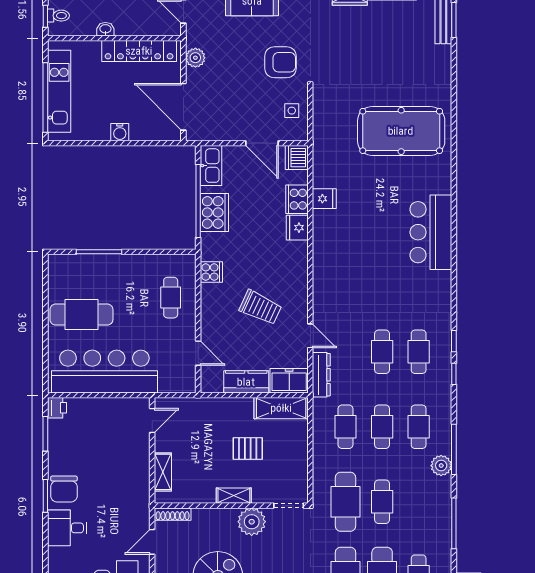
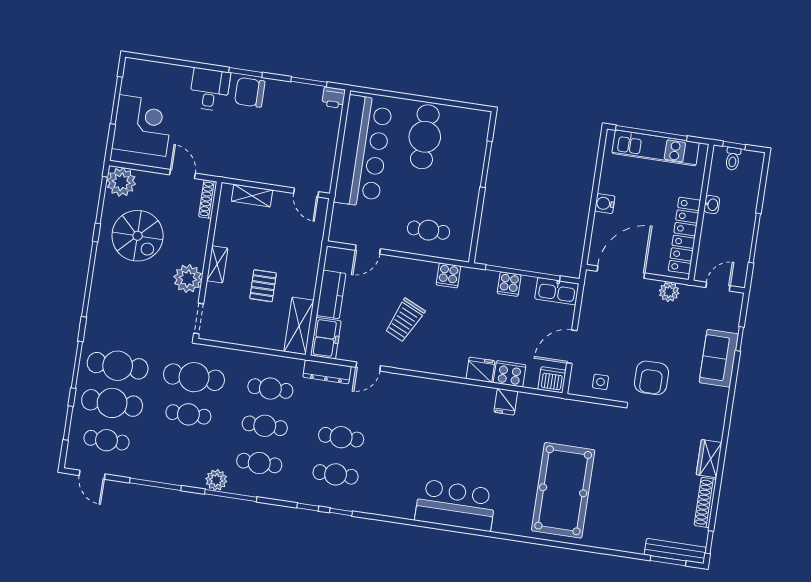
cooker: (214, 212) -> (509, 284), width x0.53, depth x0.76

